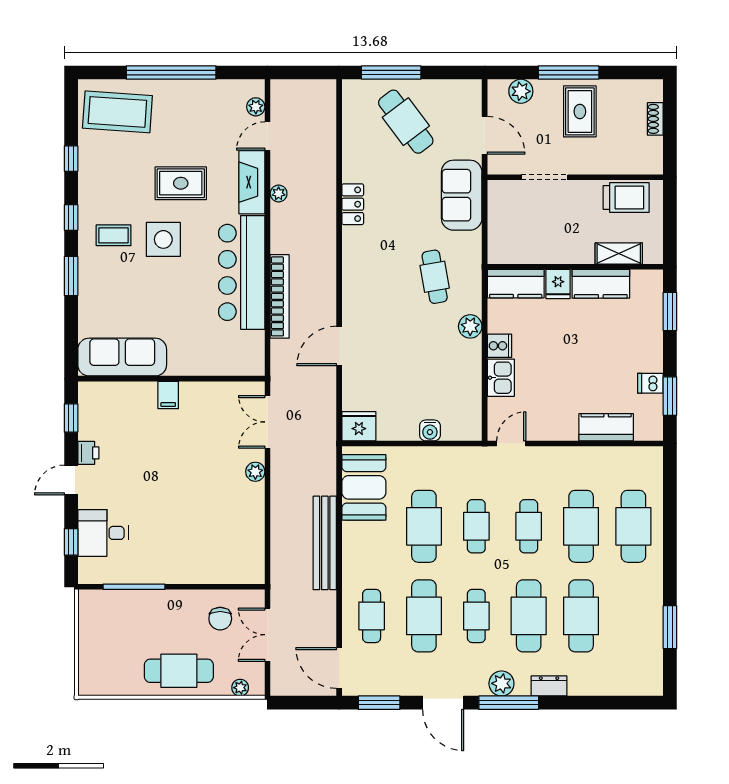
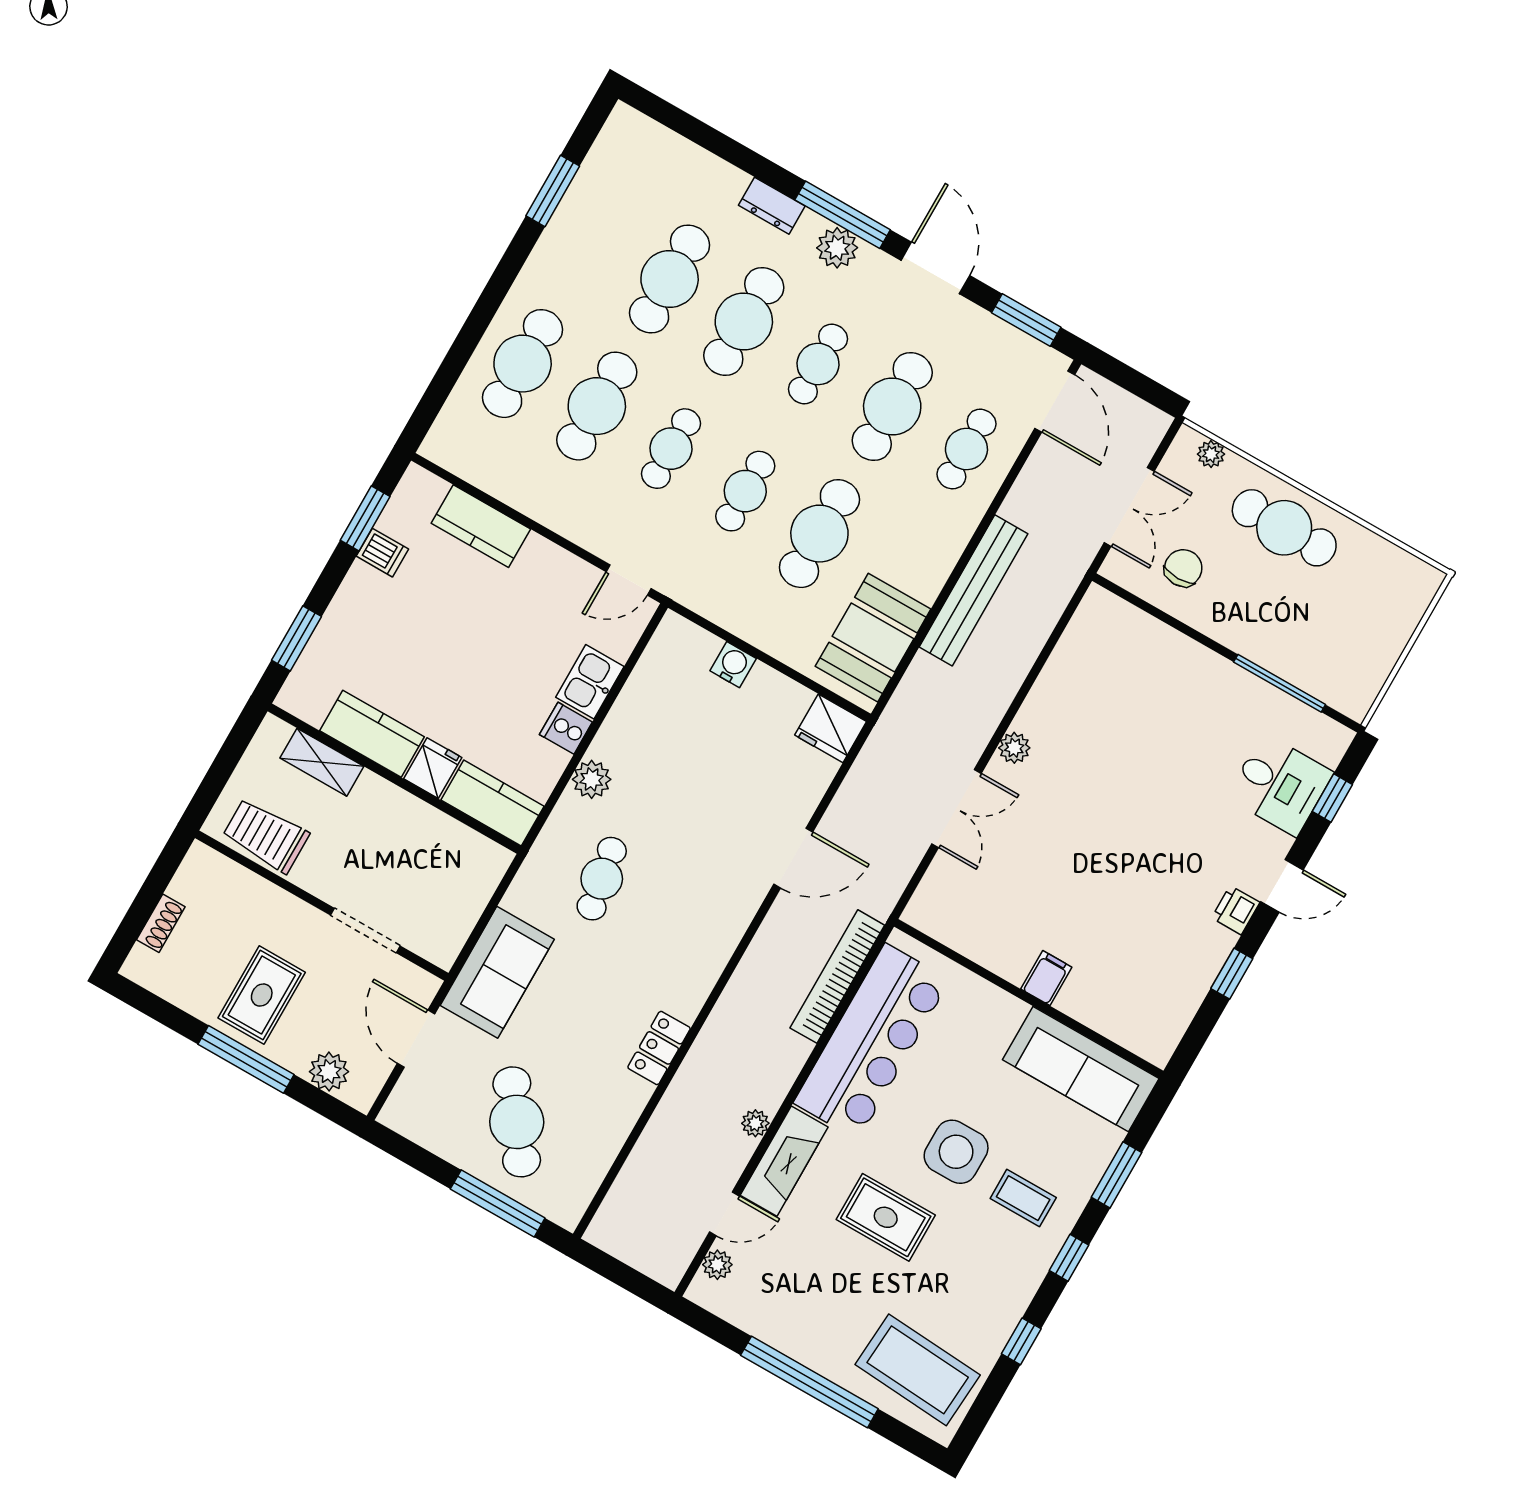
sofa: (122, 357) -> (1081, 1069), moved
wall: (171, 379) -> (1029, 999), moved
filing cabinet: (168, 395) -> (1046, 978), moved

